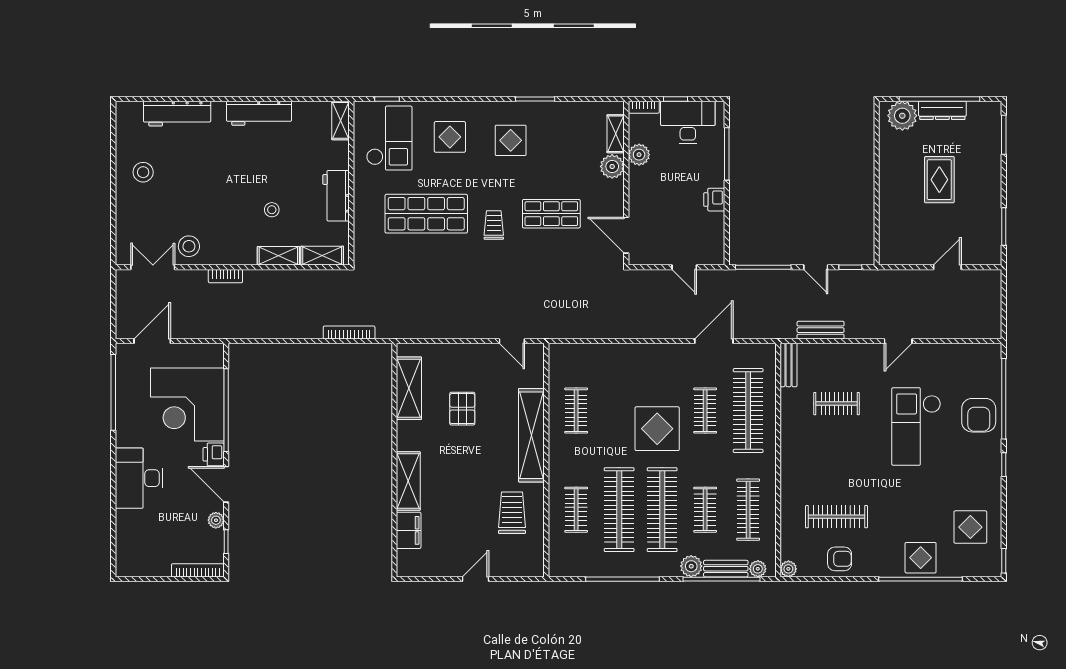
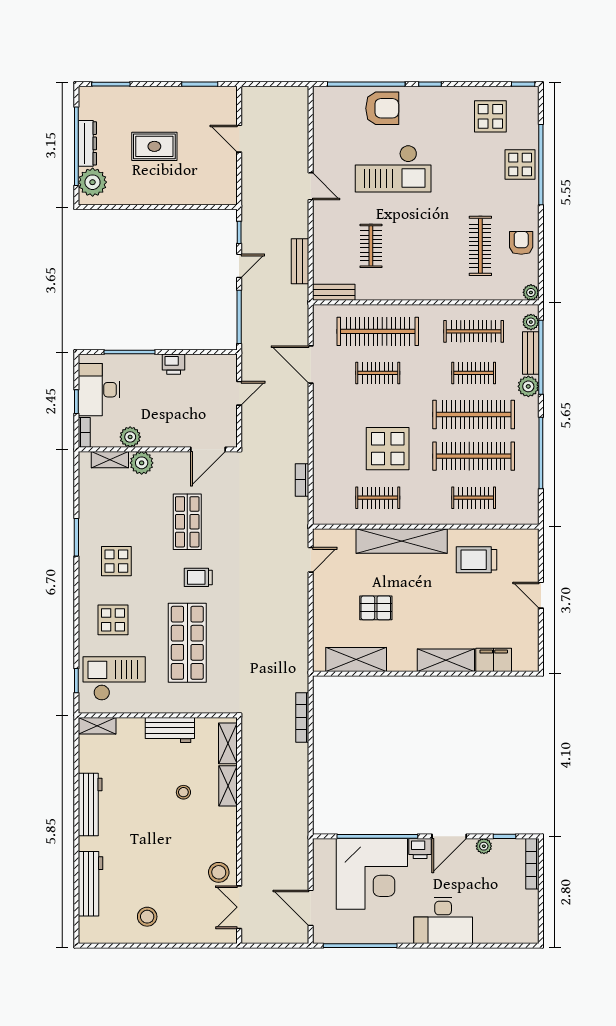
bookcase: (225, 276) -> (302, 480), moved, turned 180
display table: (657, 429) -> (388, 449), moved

